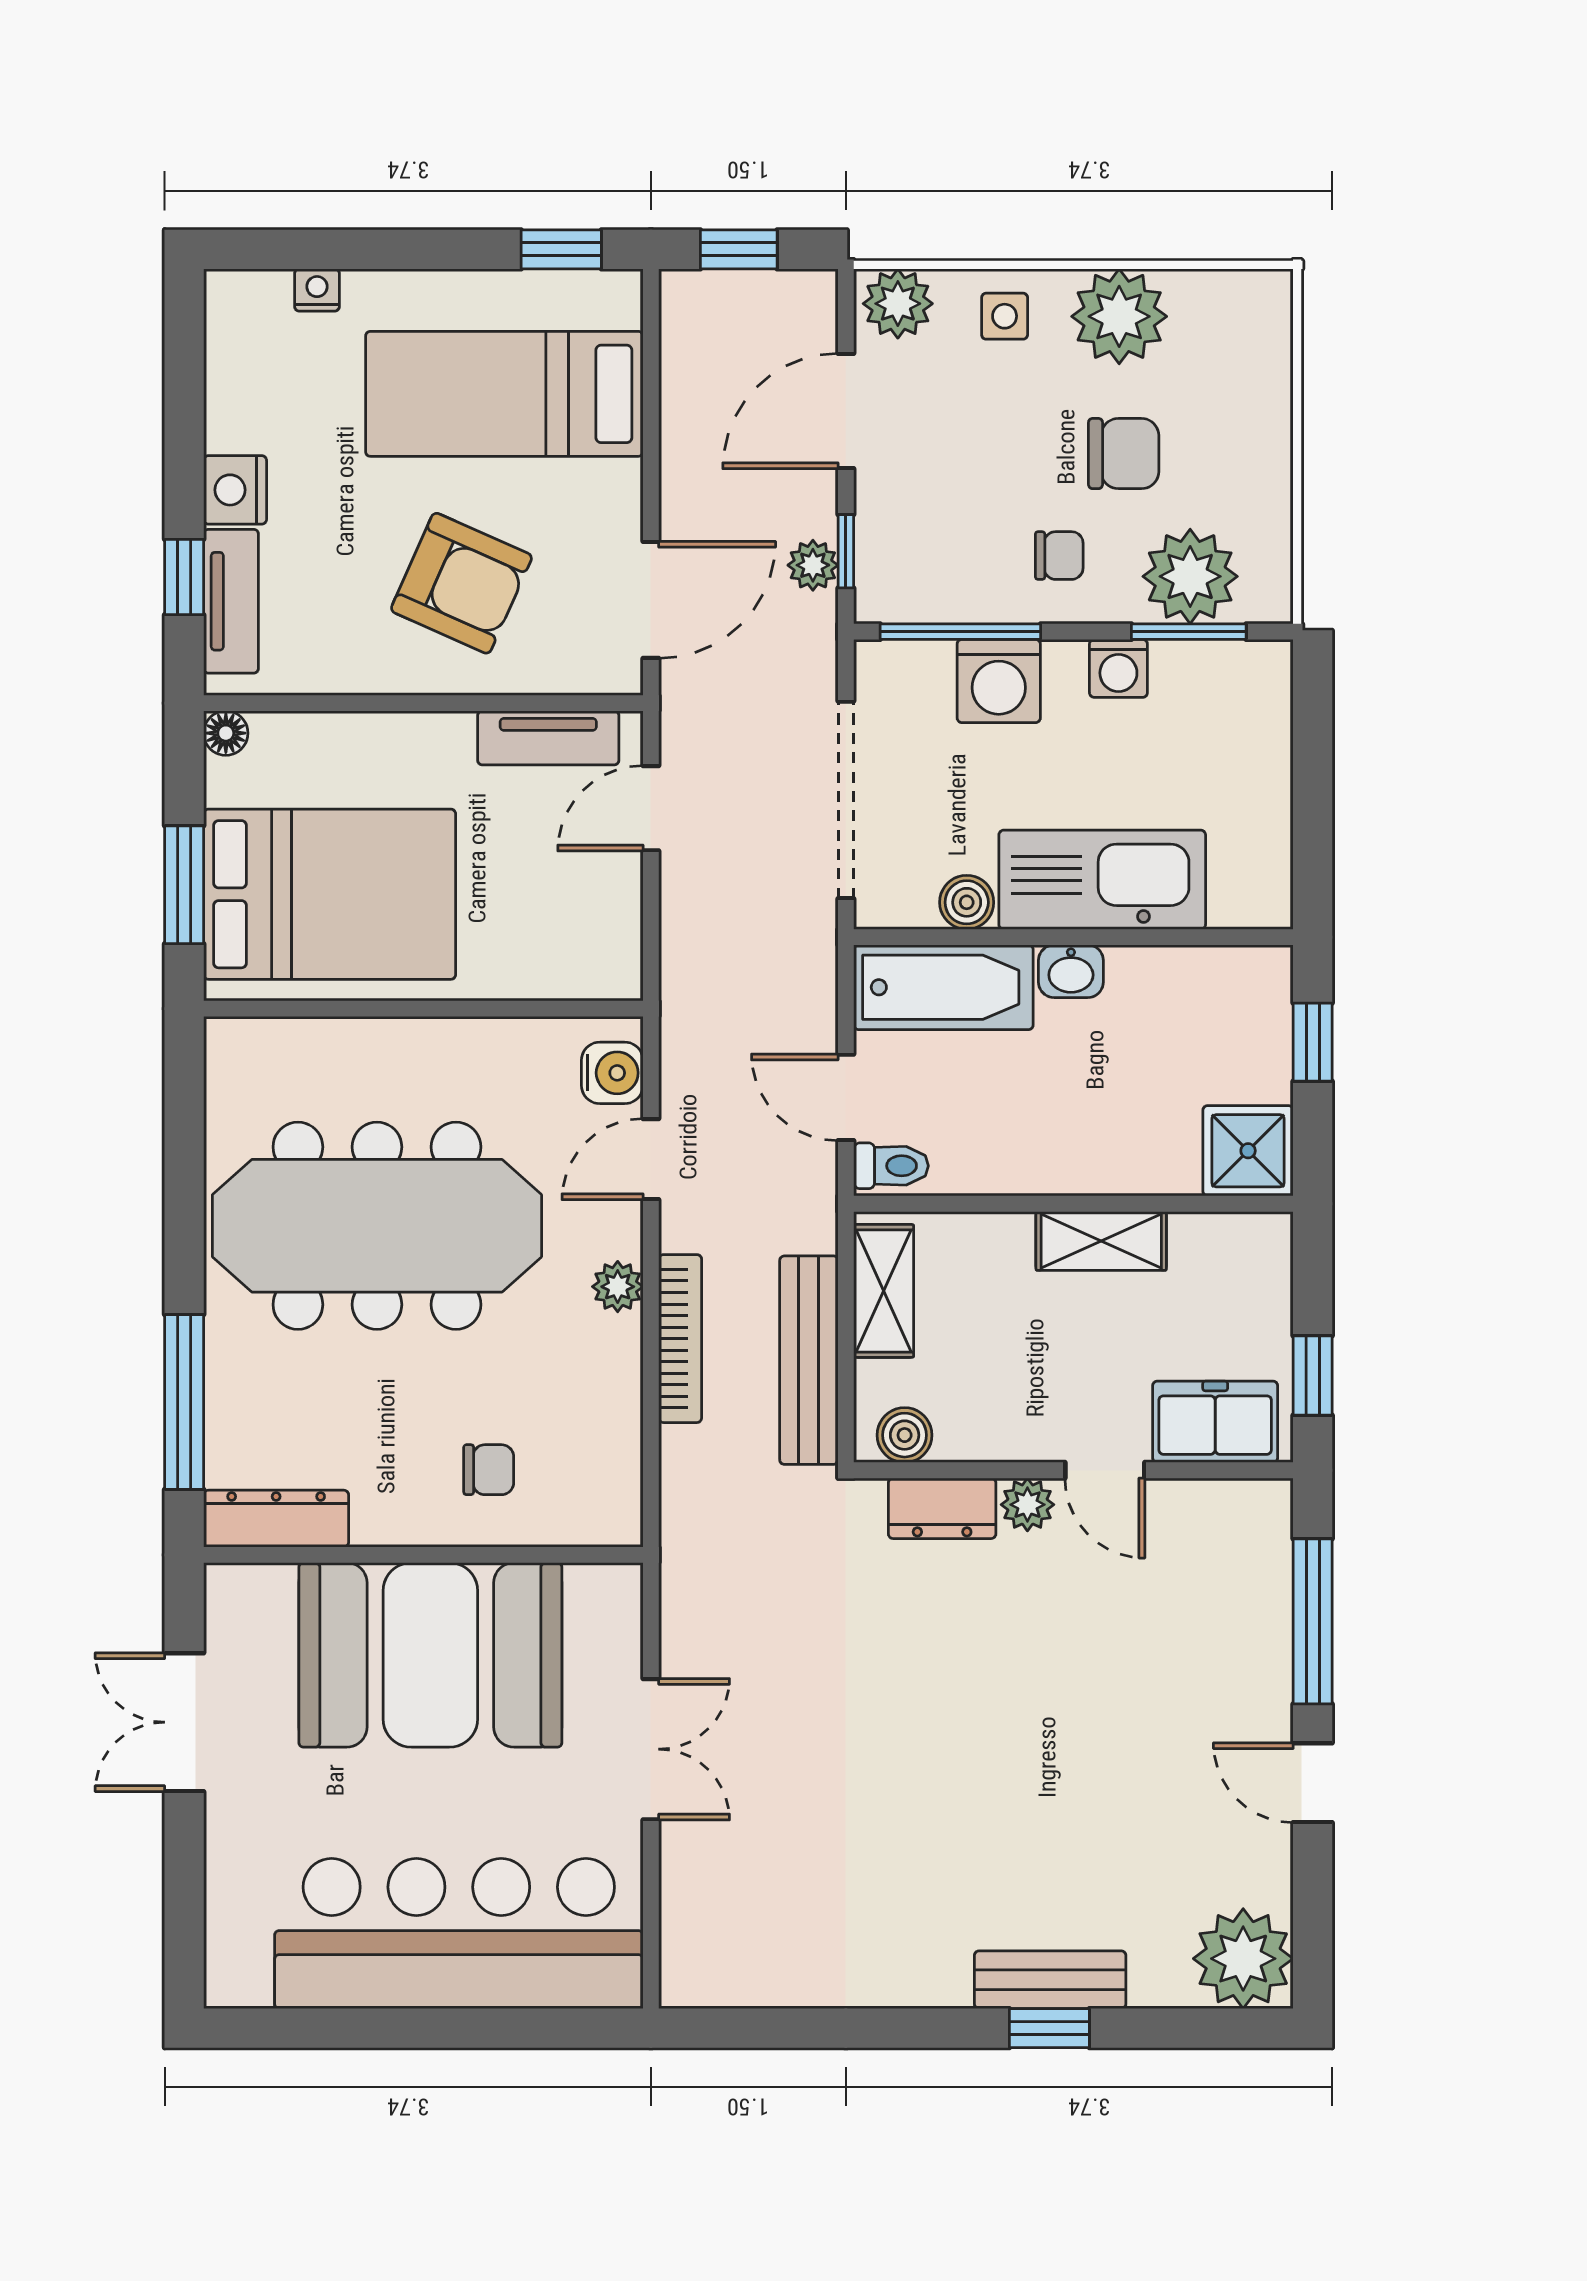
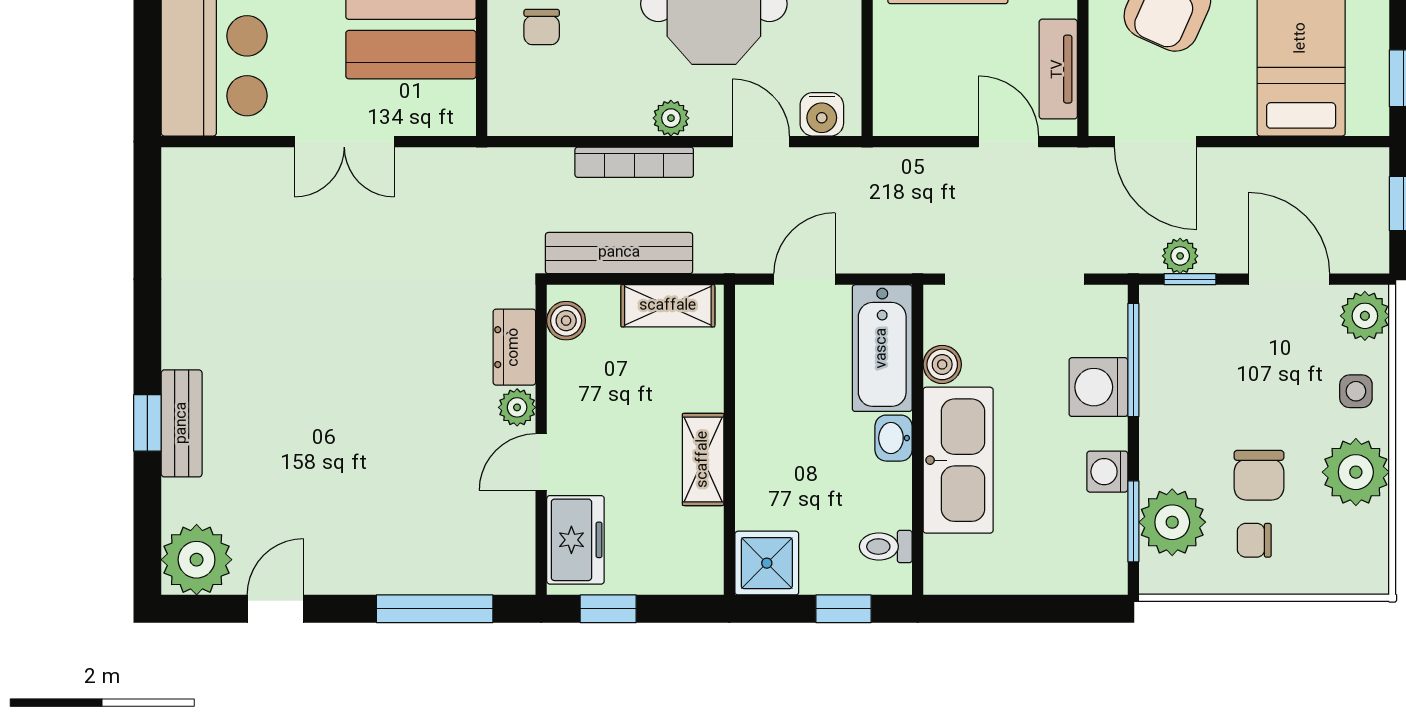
chair: (1059, 556) -> (1254, 540), moved, turned 90
toilet: (891, 1166) -> (886, 547), moved, turned 90
door: (1313, 1783) -> (275, 609), moved

